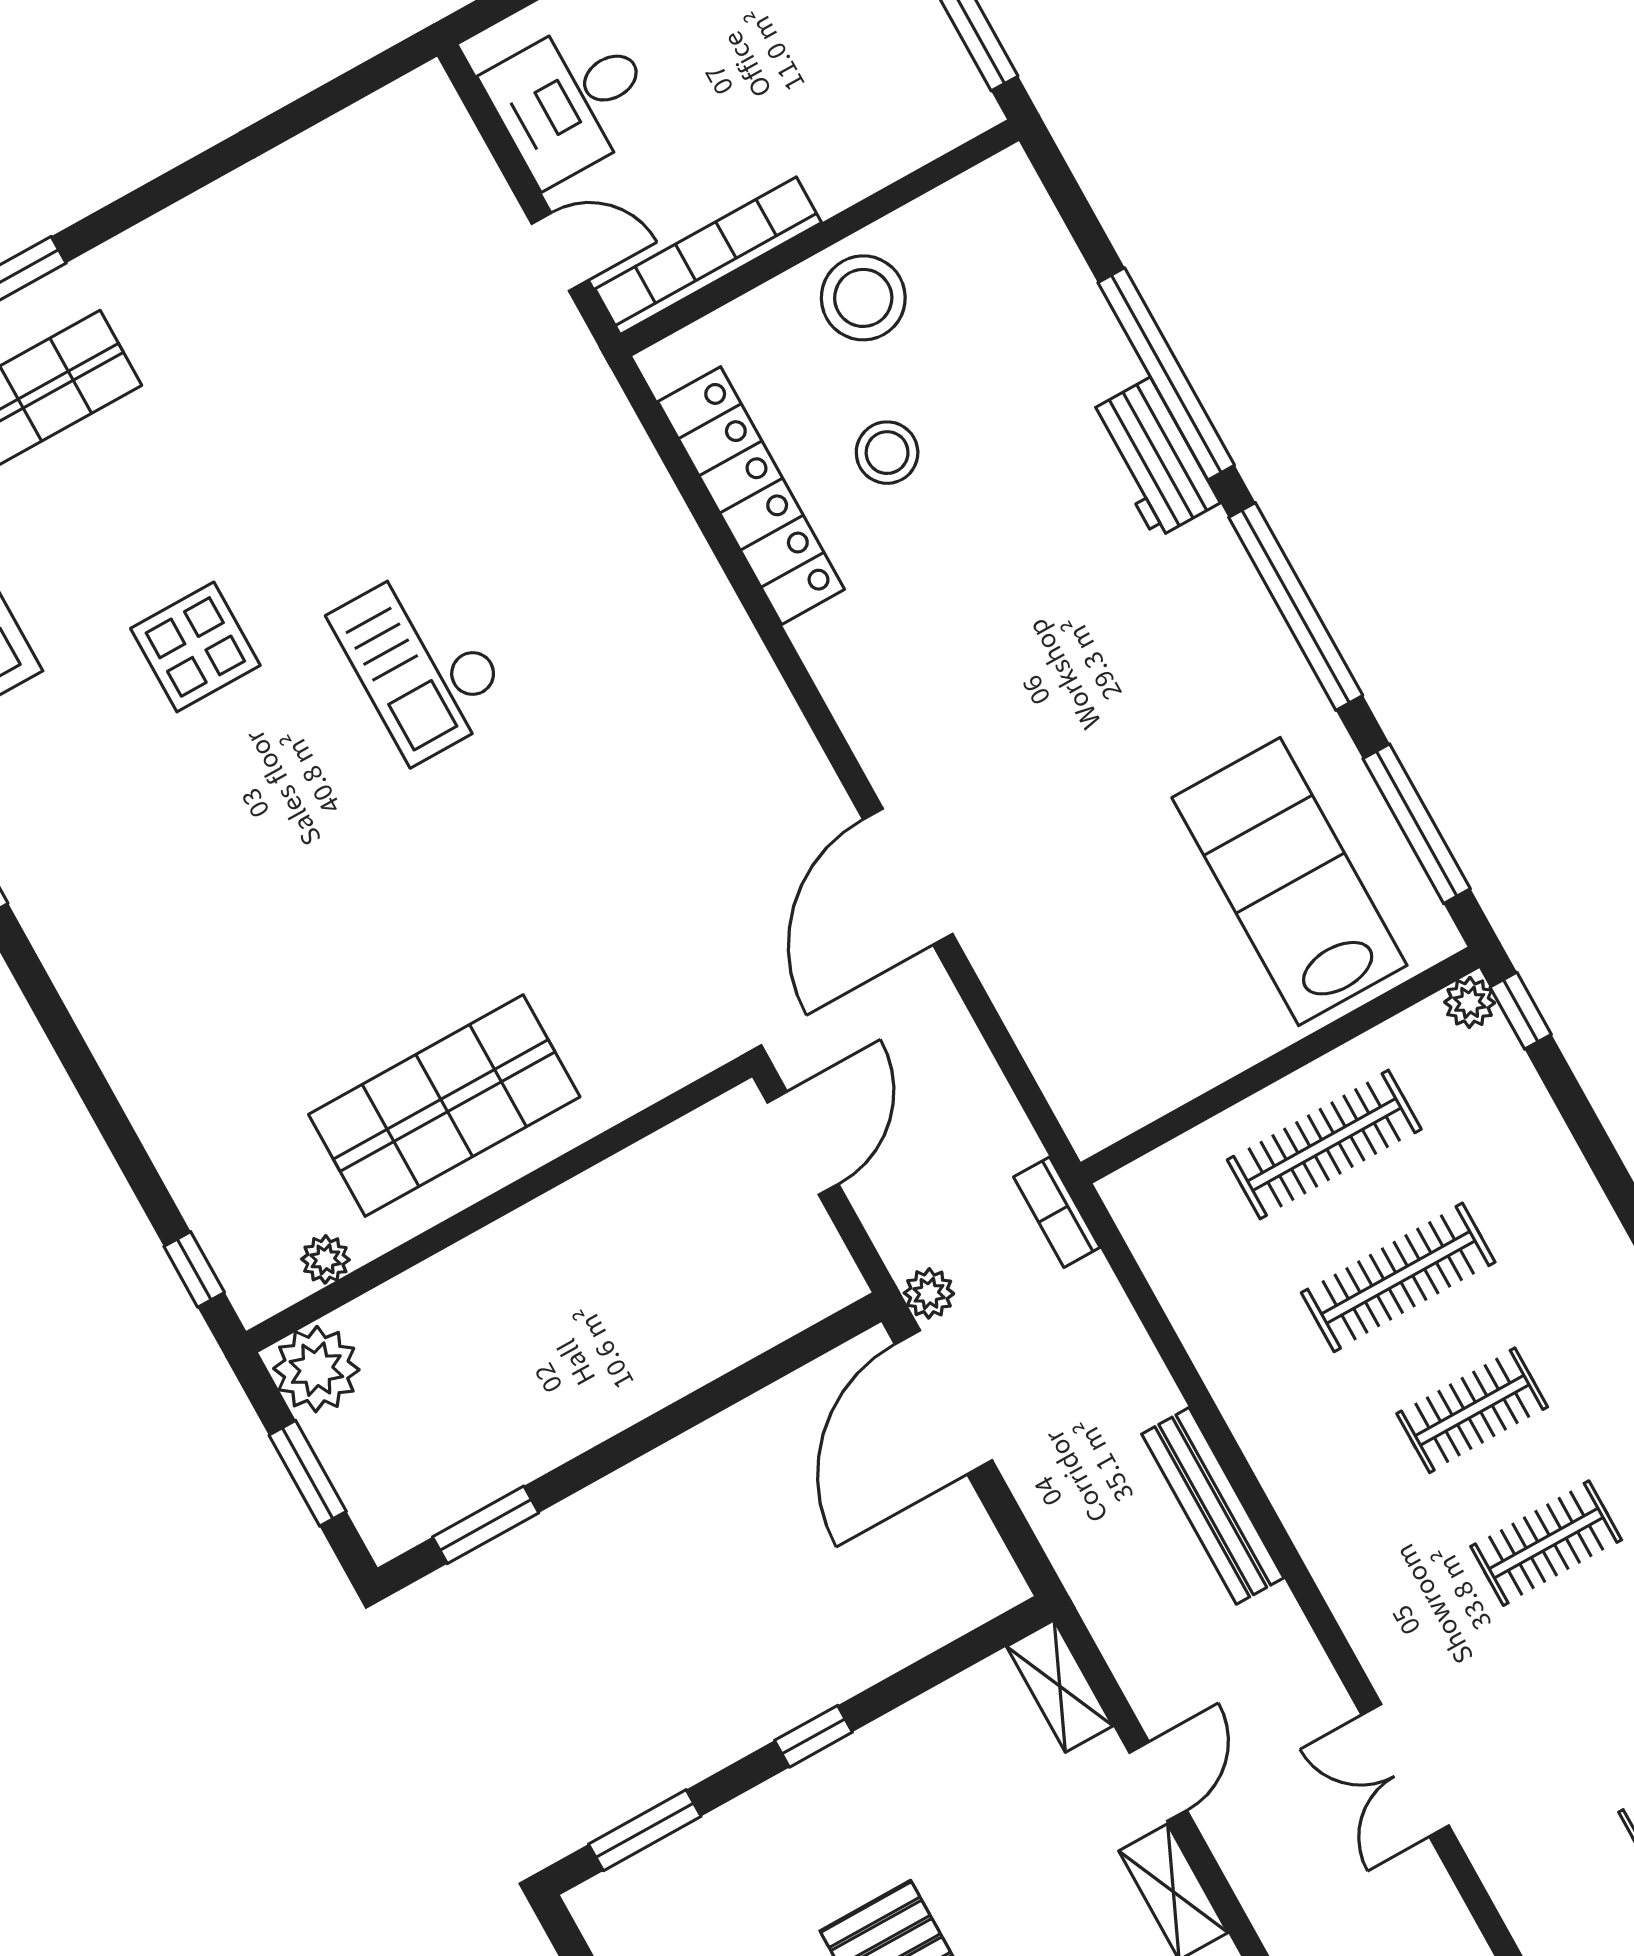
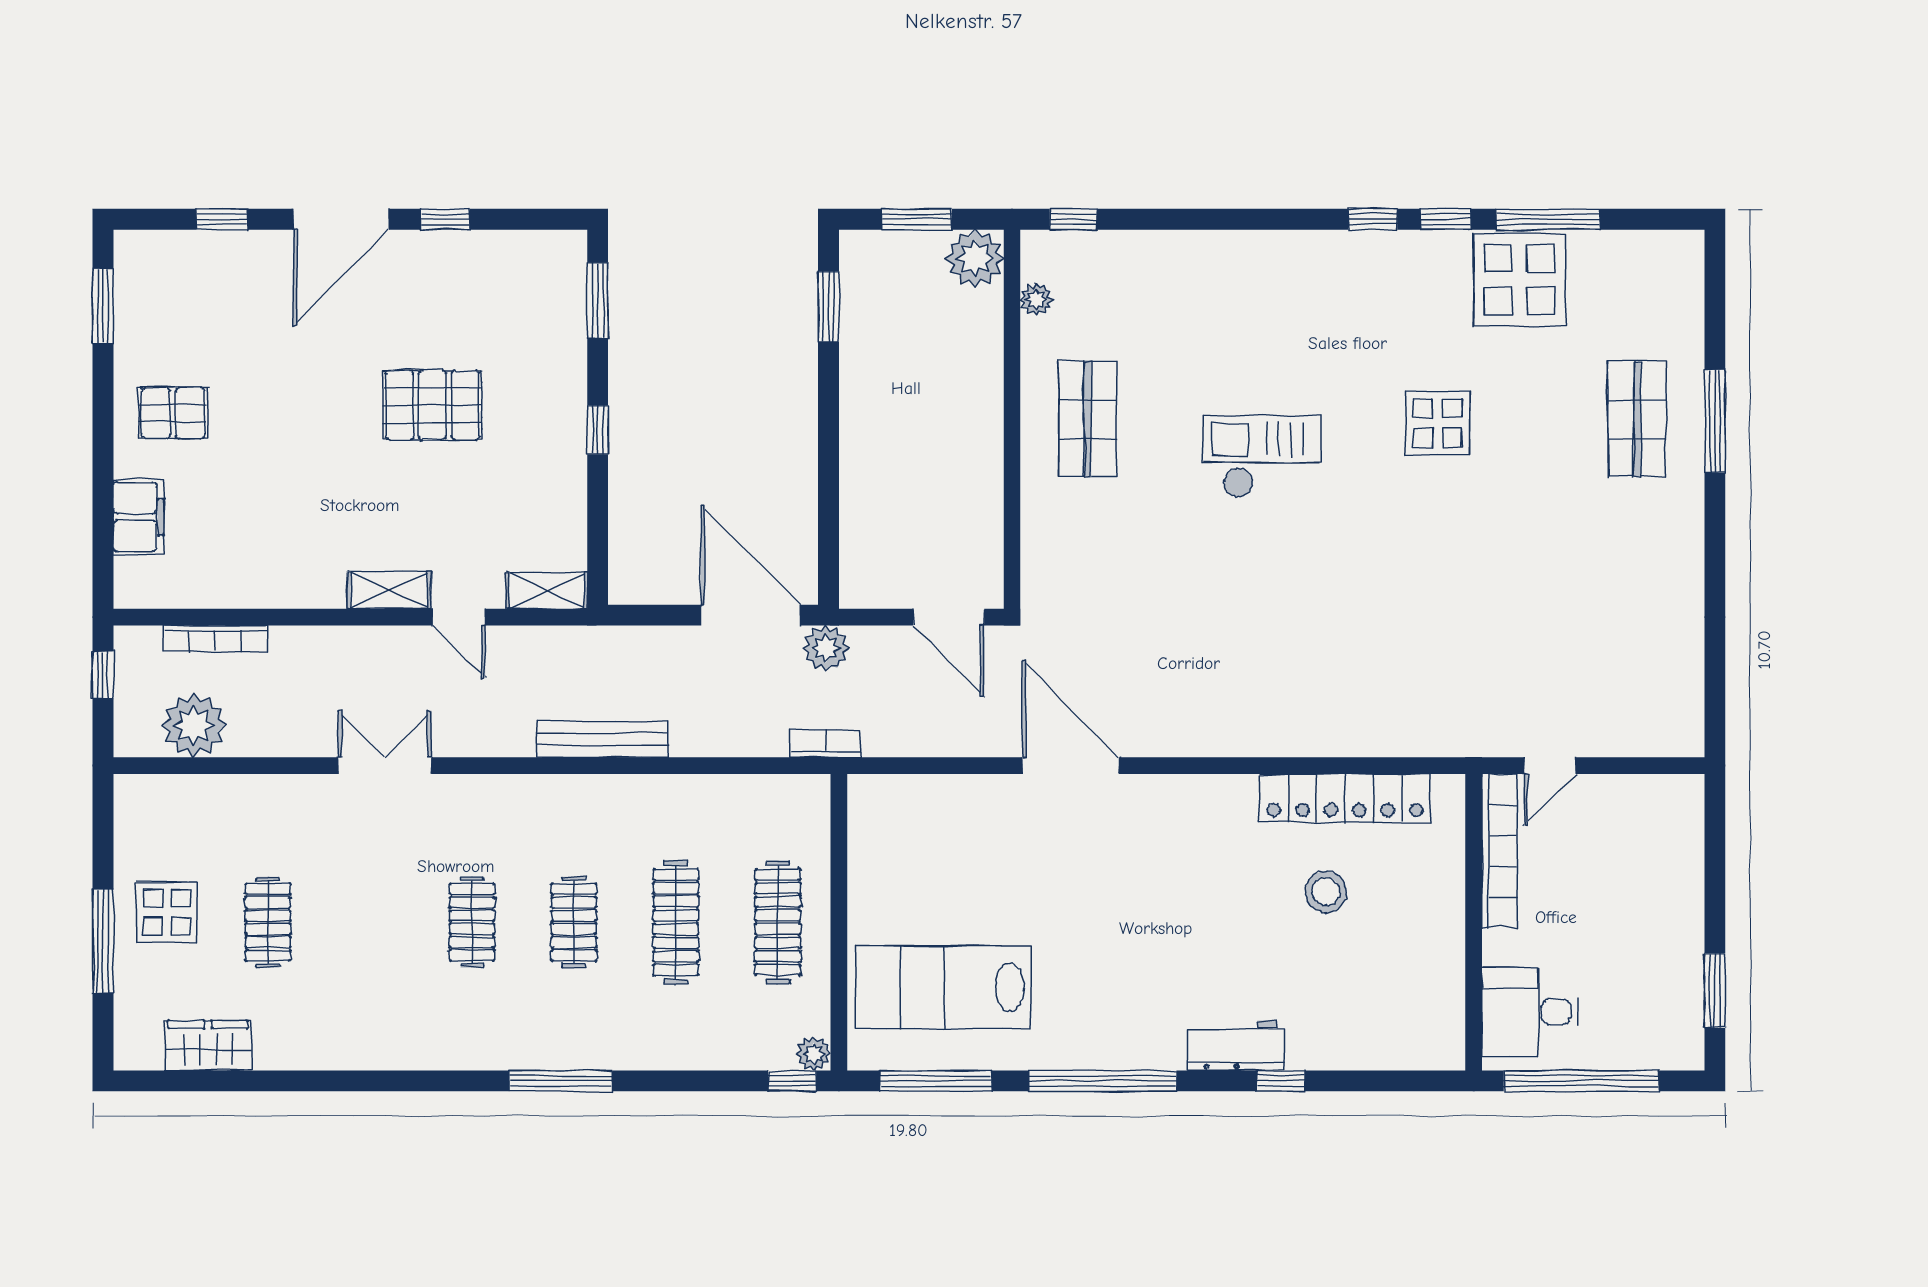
desk: (572, 100) -> (1530, 1012), moved, turned -90
stool: (863, 298) -> (1424, 928), removed
window: (1166, 374) -> (1281, 1081), width x0.32
checkout: (421, 662) -> (1262, 456), moved
lab bench: (1289, 882) -> (943, 988), turned 180
shop shelf: (444, 1106) -> (1088, 419), width x0.70, depth x0.74
plant: (929, 1293) -> (826, 648), width x1.38, depth x1.38

